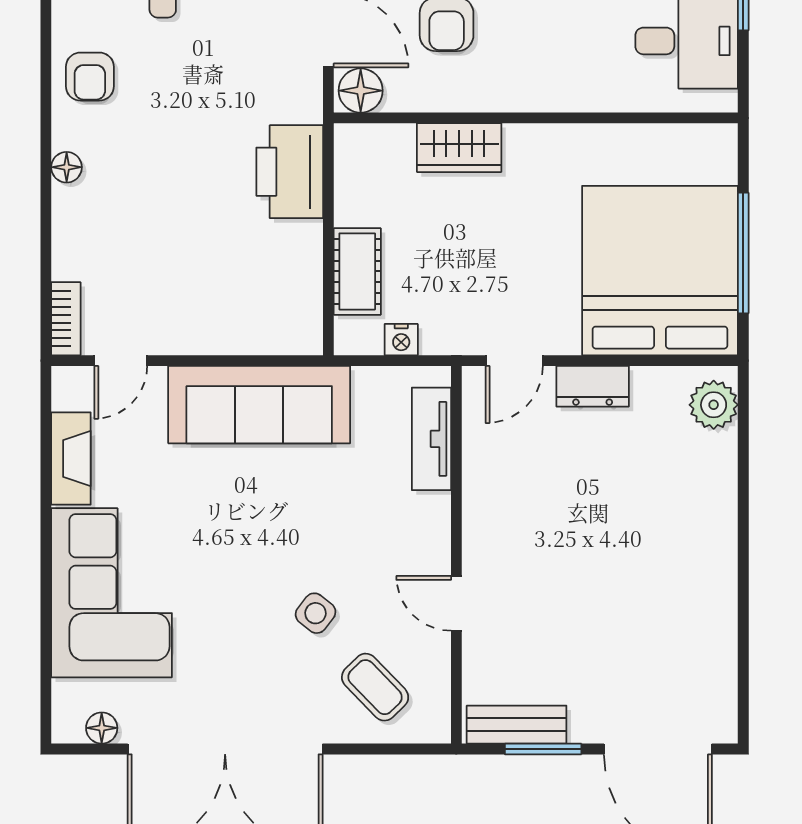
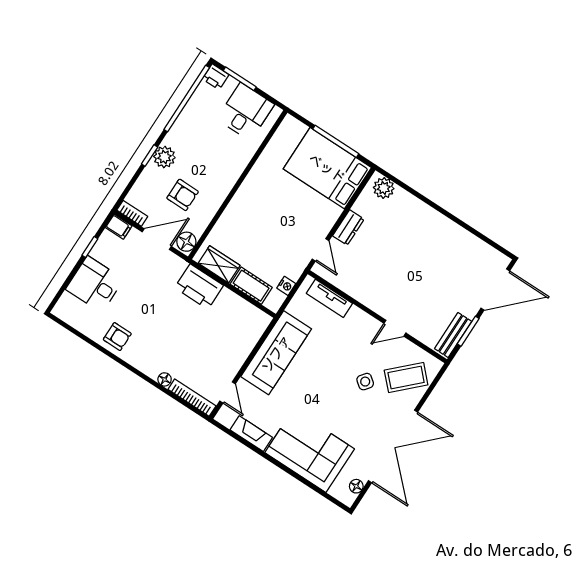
wardrobe: (459, 148) -> (219, 264), moved, turned -90
floor lamp: (67, 167) -> (165, 379), moved
bed: (660, 271) -> (327, 168), width x0.73
bookcase: (66, 319) -> (192, 398), width x1.56
coffee table: (375, 687) -> (406, 377), width x1.36, depth x1.30

